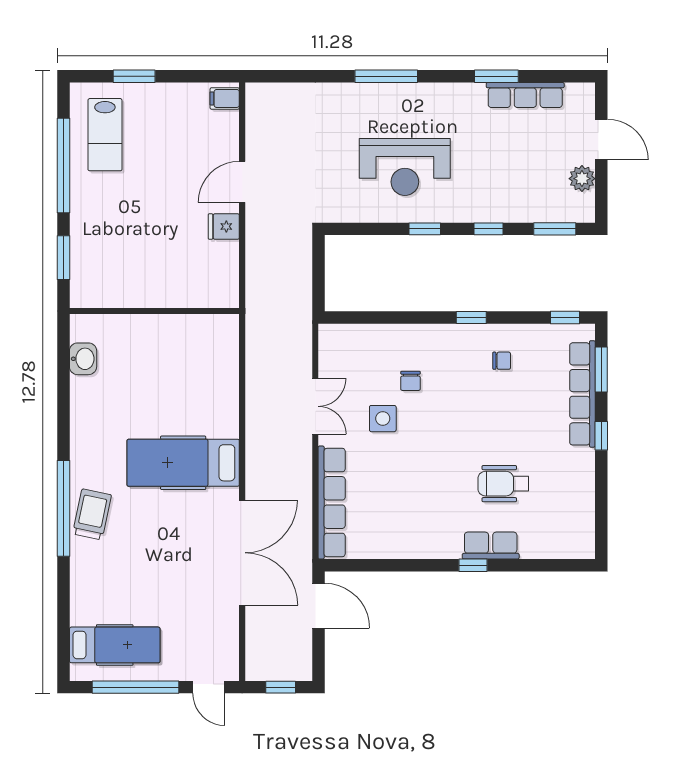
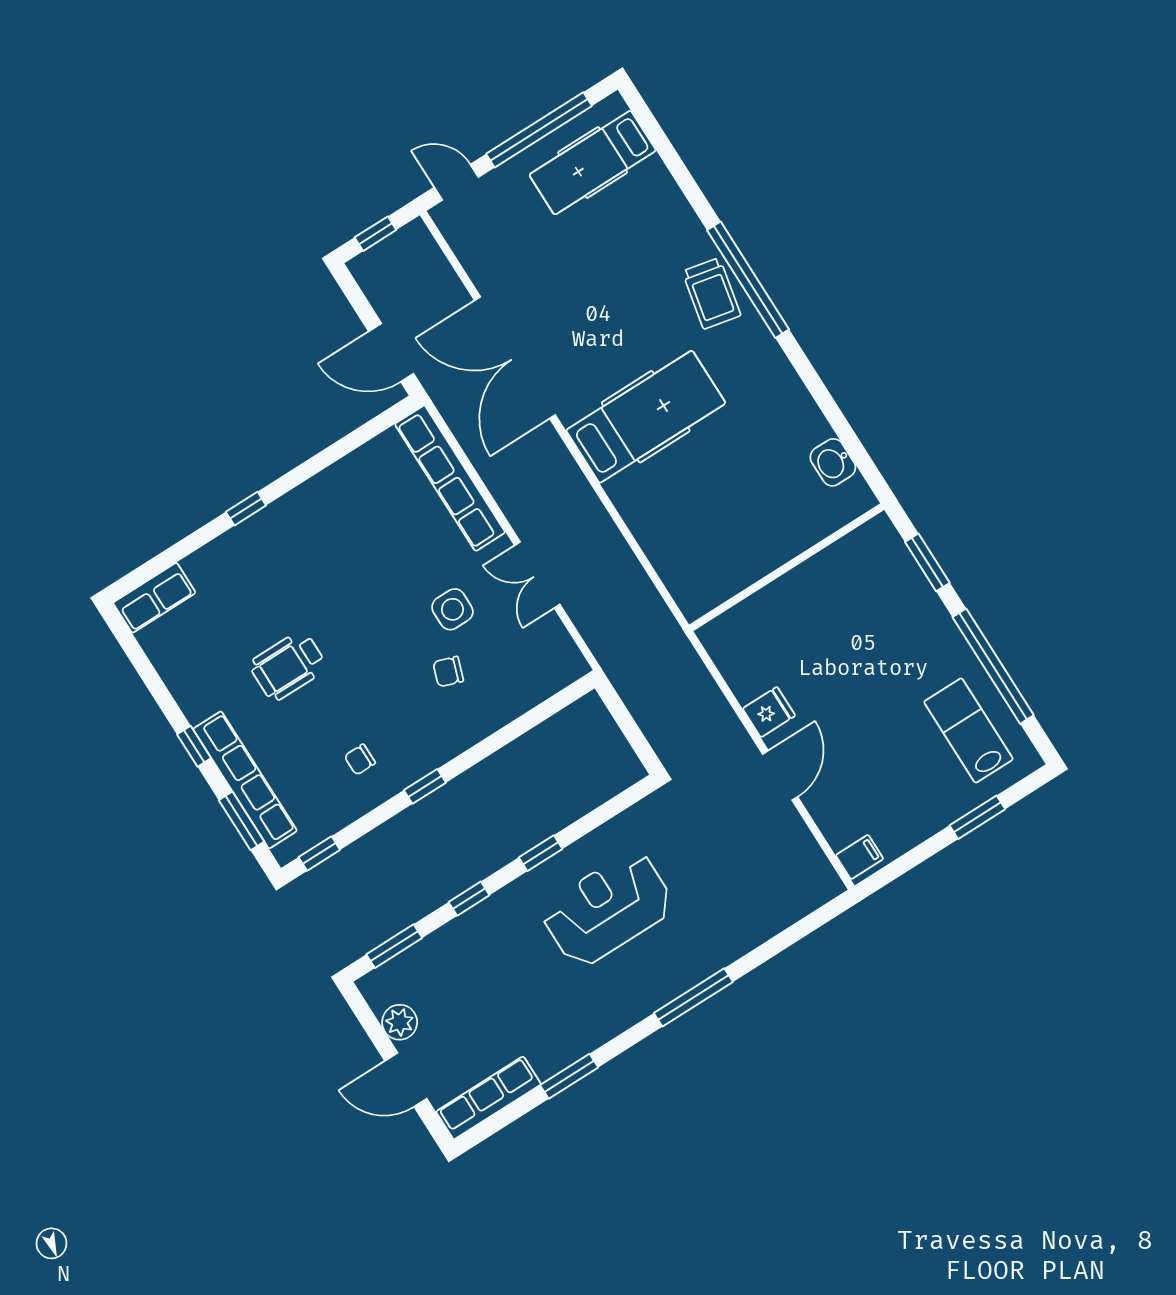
row of seats: (525, 95) -> (488, 1098), moved
chair: (410, 381) -> (448, 672), turned -71
wheelchair: (503, 484) -> (288, 666), moved, turned 180
row of seats: (491, 546) -> (154, 598), moved

